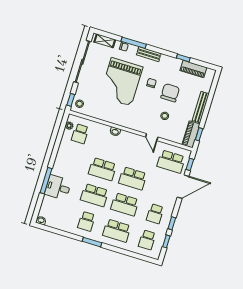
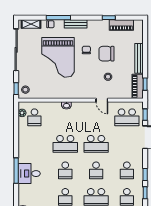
chair: (170, 93) -> (106, 54), turned -90
school desk: (94, 195) -> (65, 170), width x0.54
school desk: (125, 204) -> (96, 170), width x0.54

